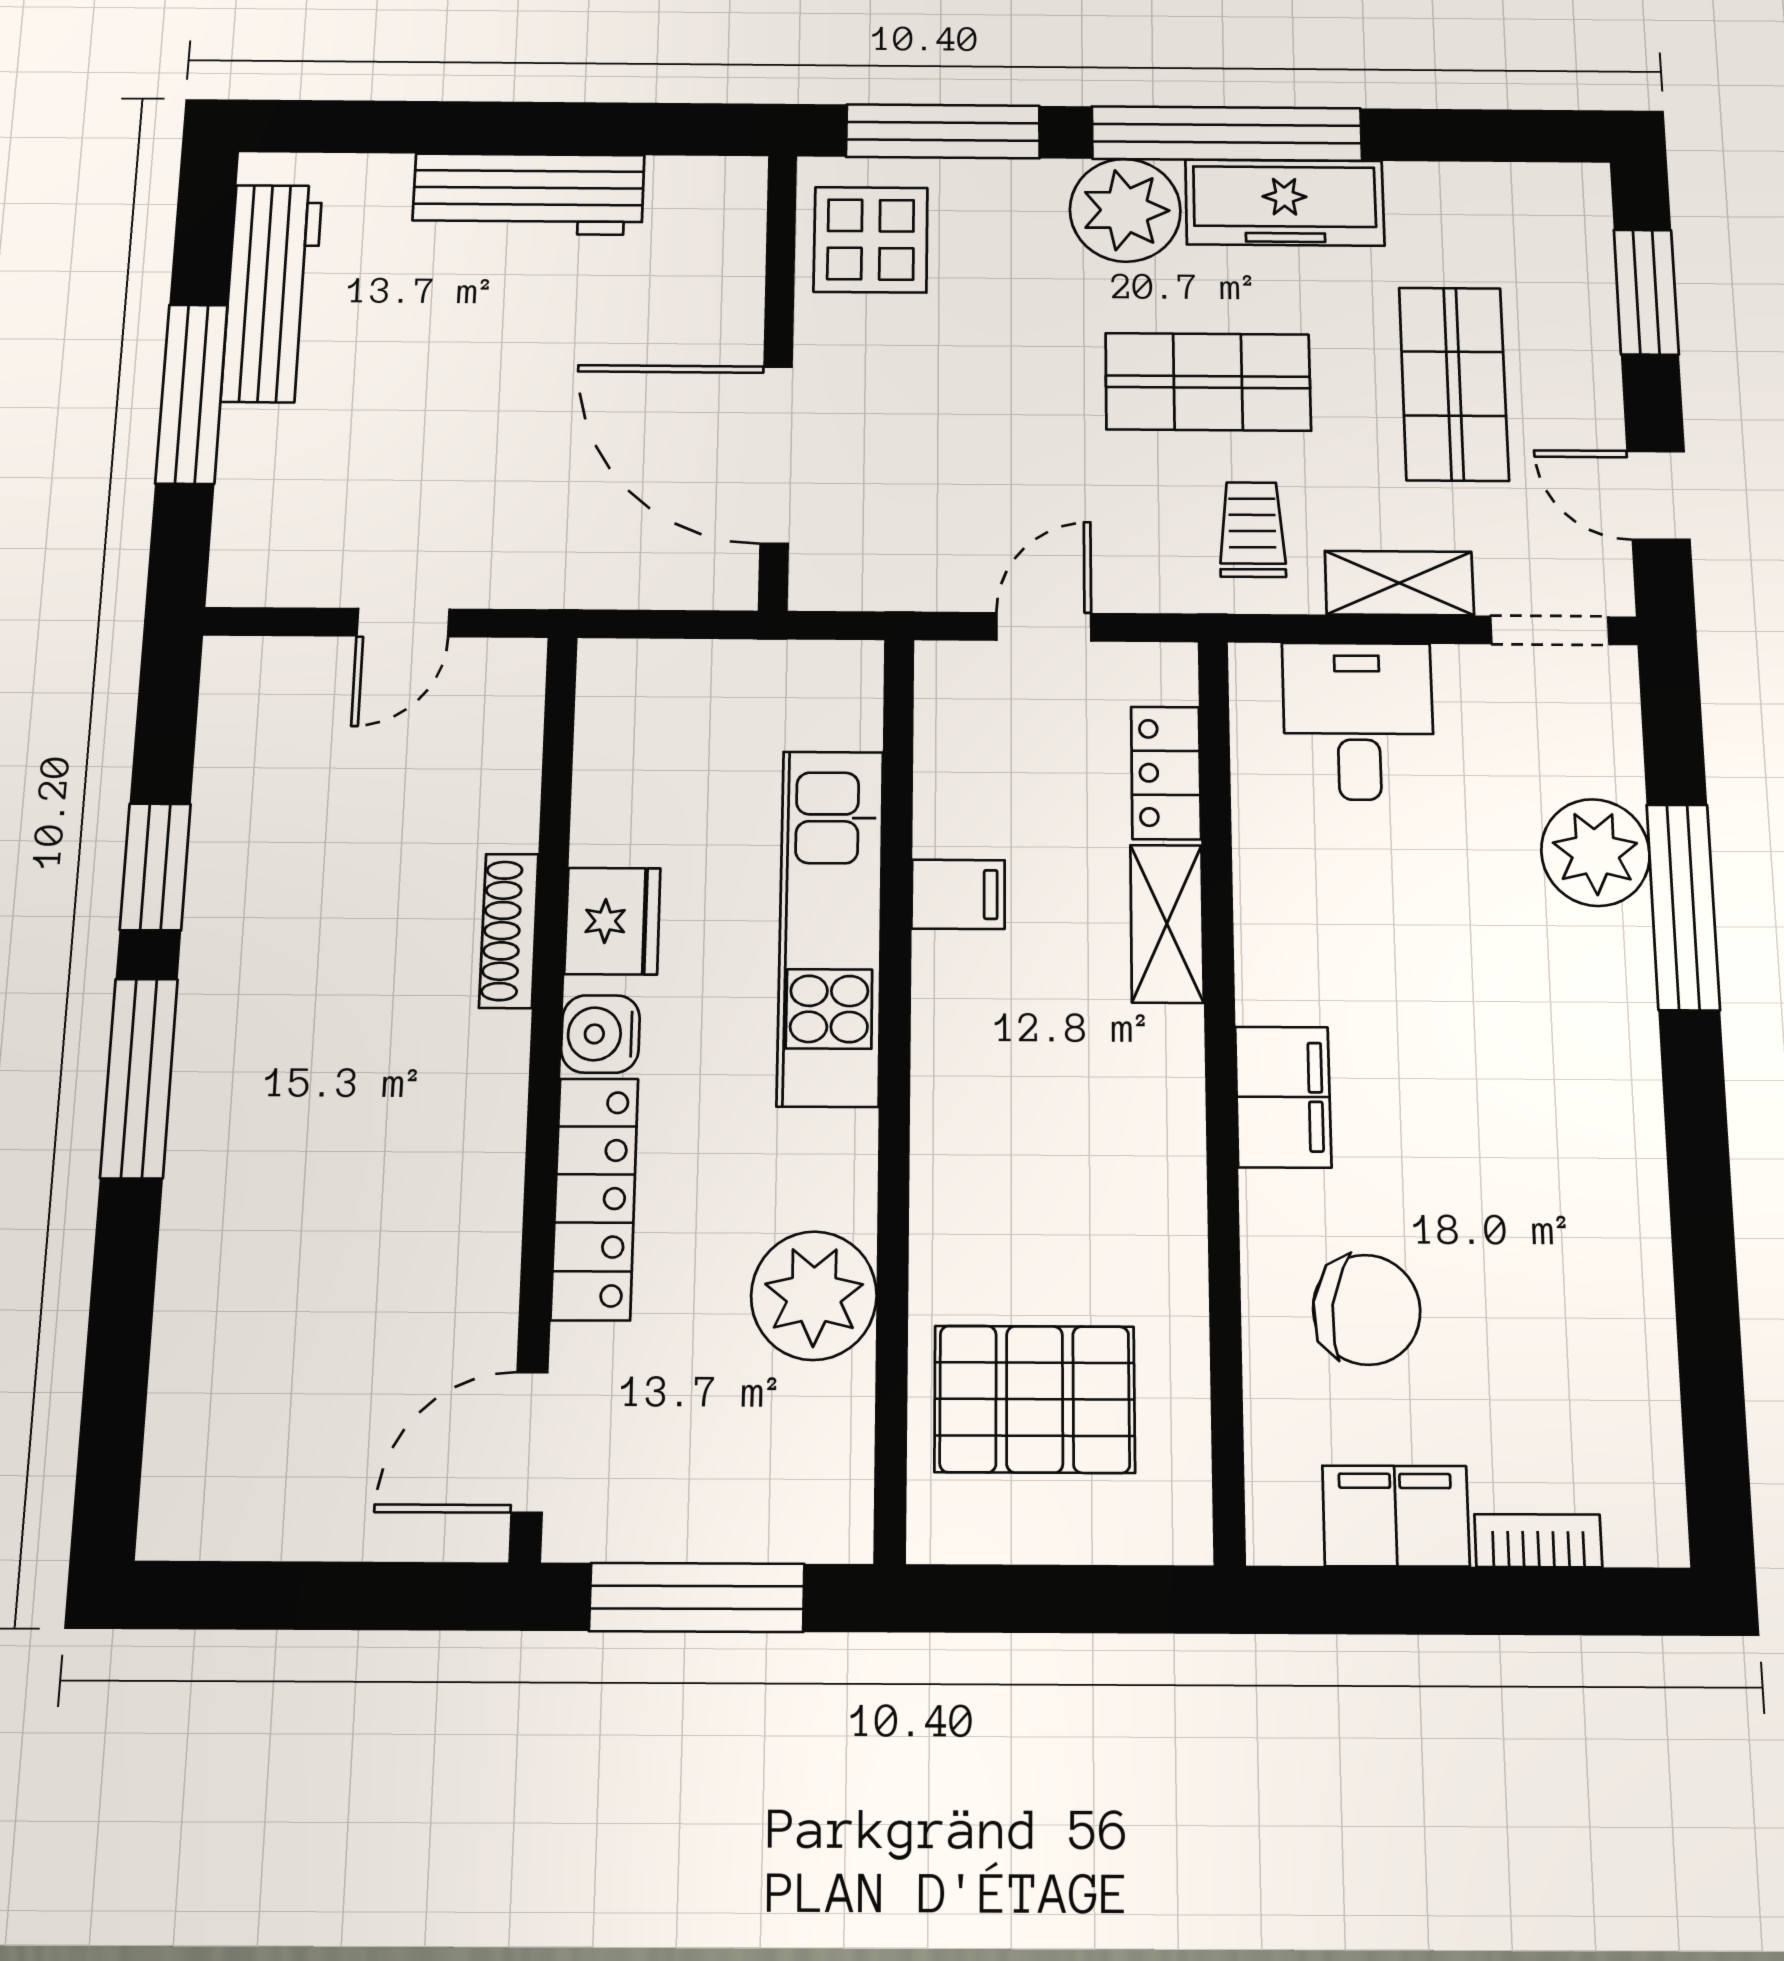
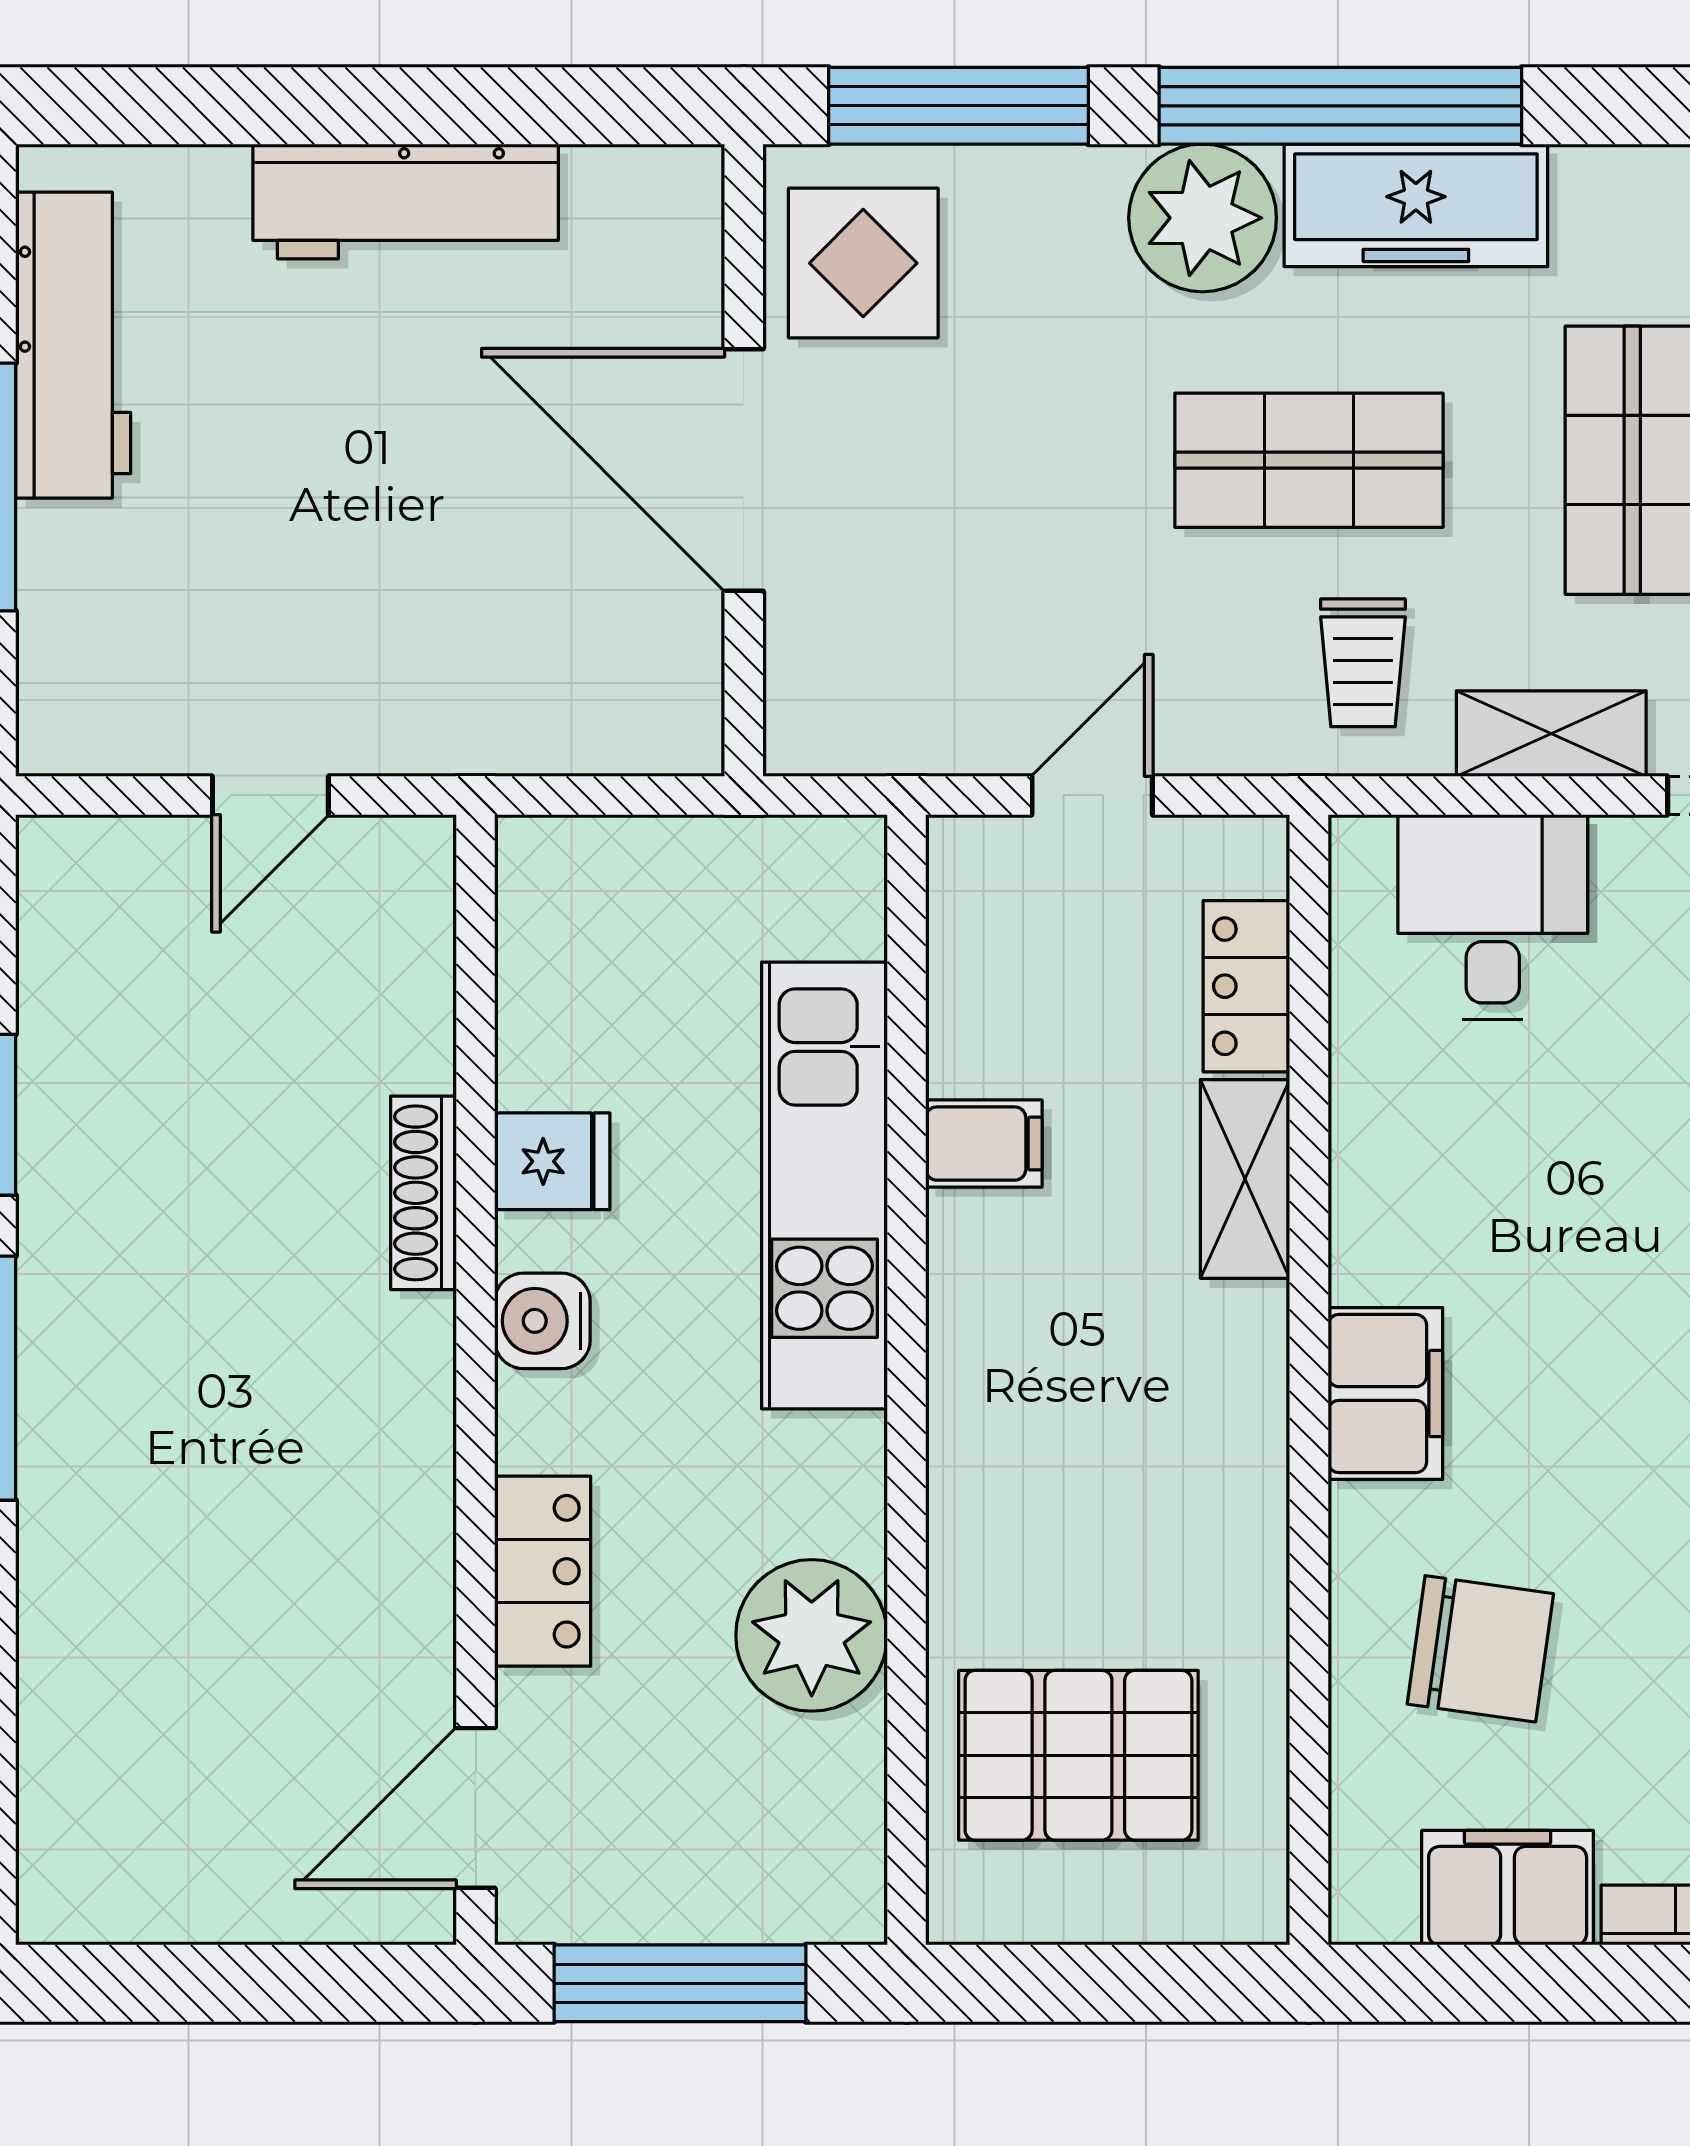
door: (776, 455) -> (744, 470), moved
trolley: (1252, 530) -> (1363, 663), turned 180
fridge: (613, 921) -> (552, 1161), width x0.72
locker: (595, 1198) -> (543, 1571), width x0.66

